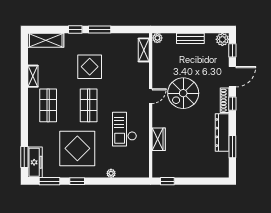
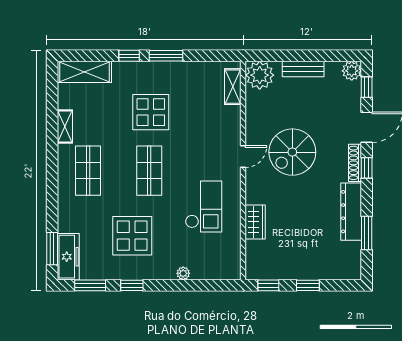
plant: (157, 38) -> (260, 75), width x1.87, depth x1.87
checkout: (124, 129) -> (204, 206), turned 180
display table: (77, 148) -> (132, 236), width x0.73, depth x0.73
window: (194, 181) -> (308, 285), added

